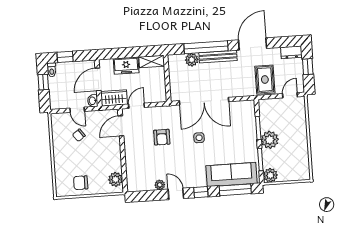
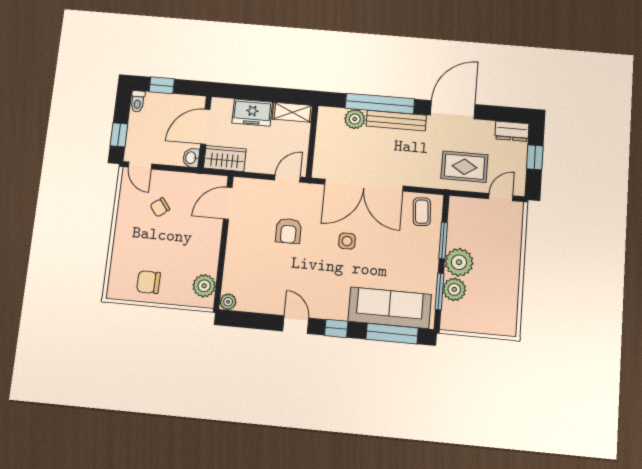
rug: (265, 80) -> (464, 167), turned 90
window: (43, 82) -> (119, 135), moved
door: (137, 106) -> (287, 178), moved
door: (77, 110) -> (140, 166), moved
coffee table: (242, 112) -> (422, 212), added
plant: (270, 175) -> (454, 289), moved
plant: (160, 185) -> (228, 302), moved

